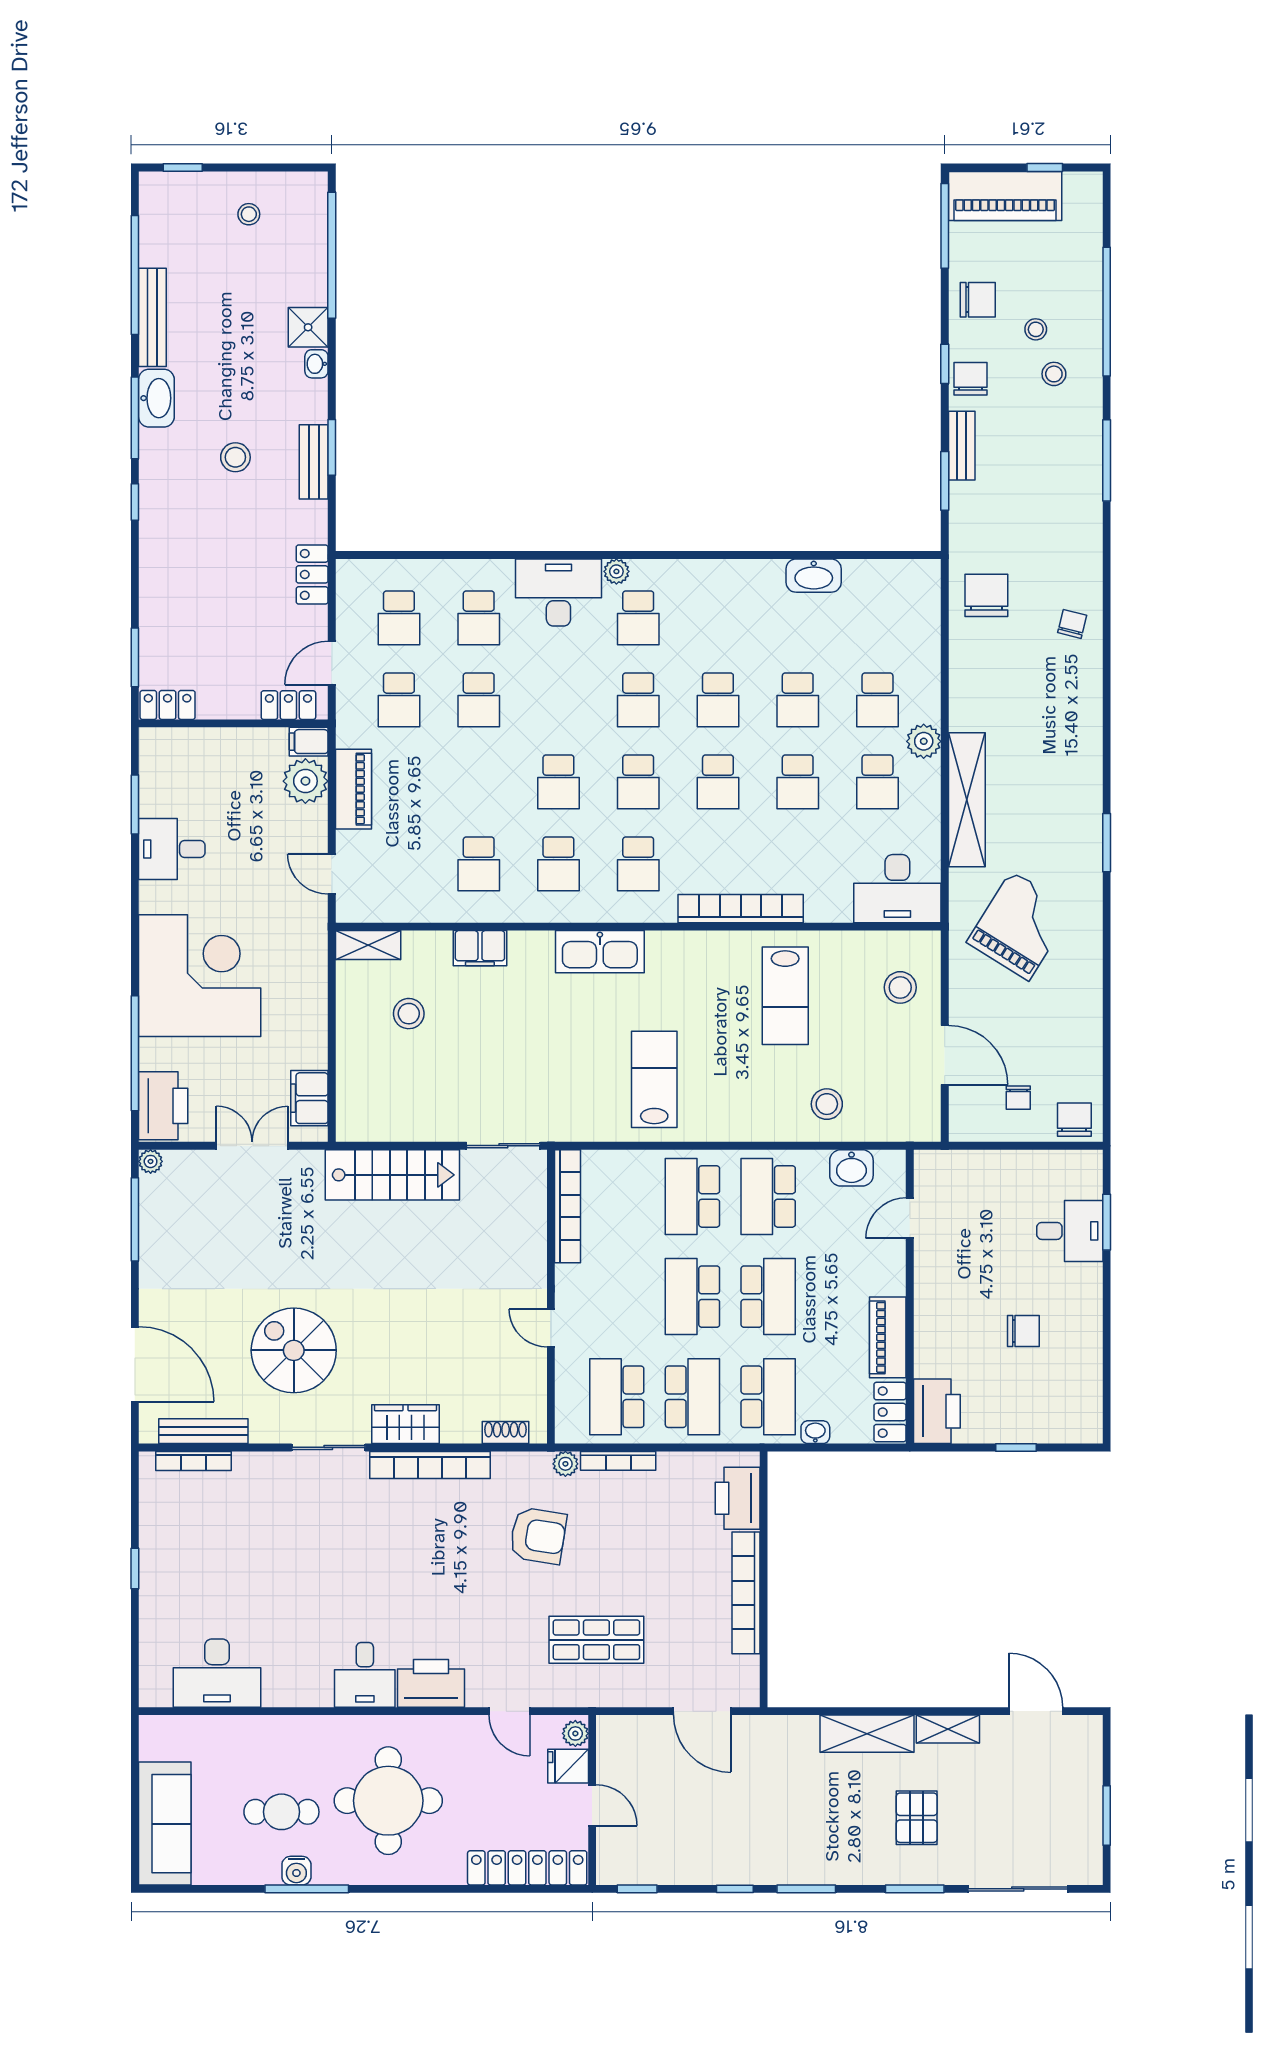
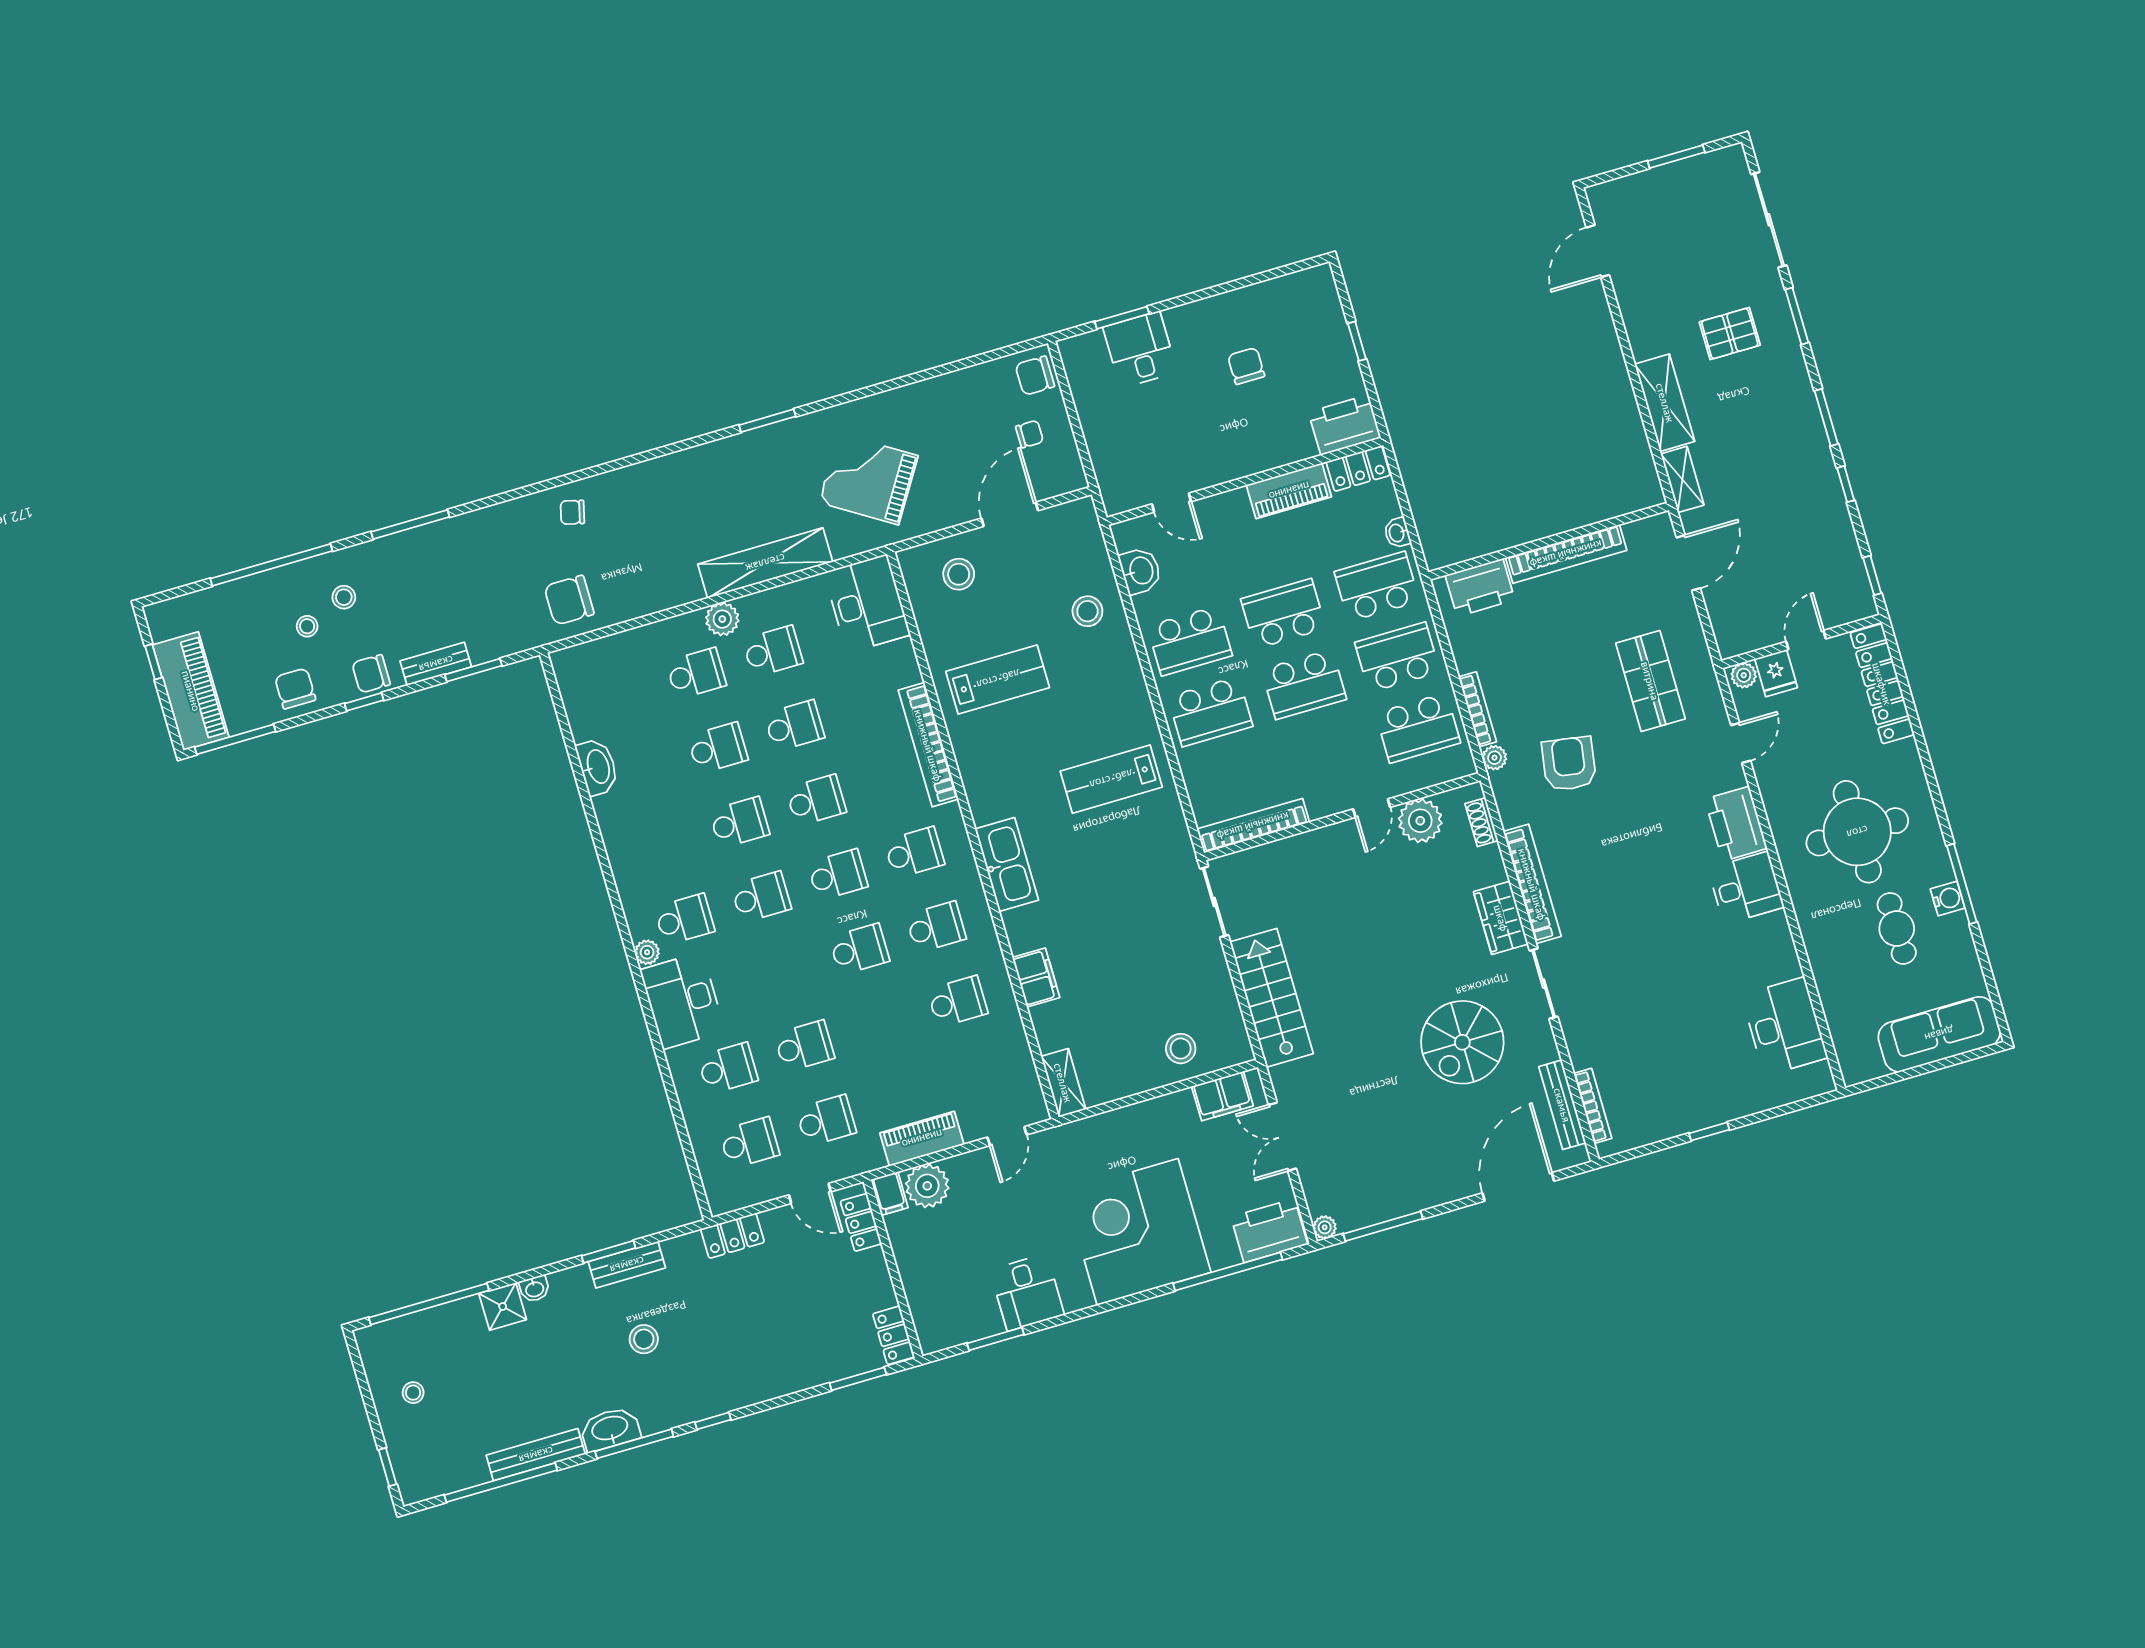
stool: (409, 1014) -> (1181, 1049), moved
plant: (524, 1372) -> (1420, 821), added
shelving: (948, 1729) -> (1682, 479), moved

